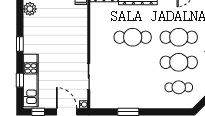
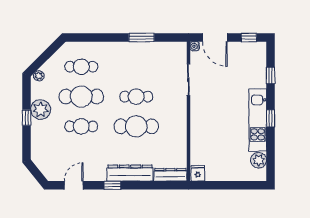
cafe table: (179, 37) -> (81, 126), width x0.73, depth x0.74
cafe table: (133, 62) -> (136, 97), added
kitchen unit: (31, 81) -> (258, 120), moved

